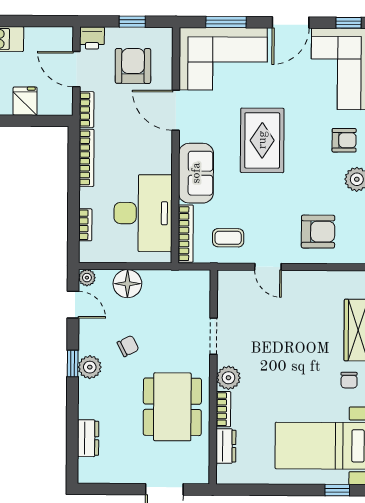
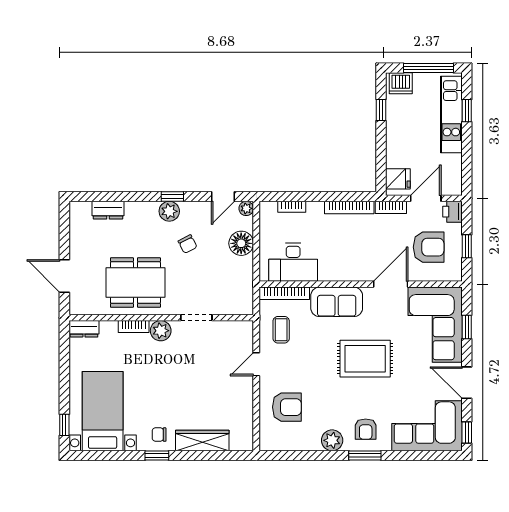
window: (226, 22) -> (467, 327), width x0.67
fridge: (25, 101) -> (398, 179), moved
desk: (143, 213) -> (293, 262), width x0.73, depth x0.77
armchair: (318, 232) -> (287, 407), turned -90
dresser: (226, 446) -> (84, 329), moved

